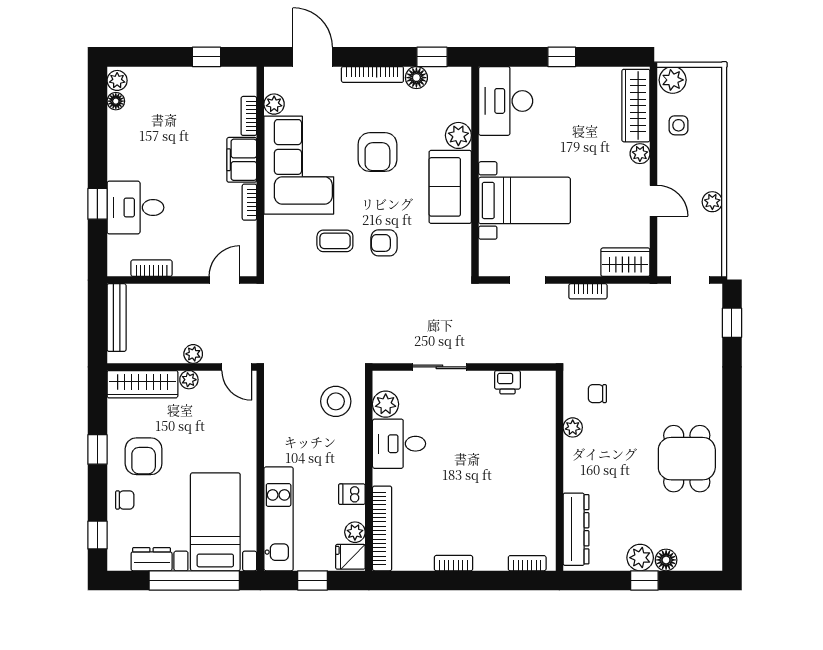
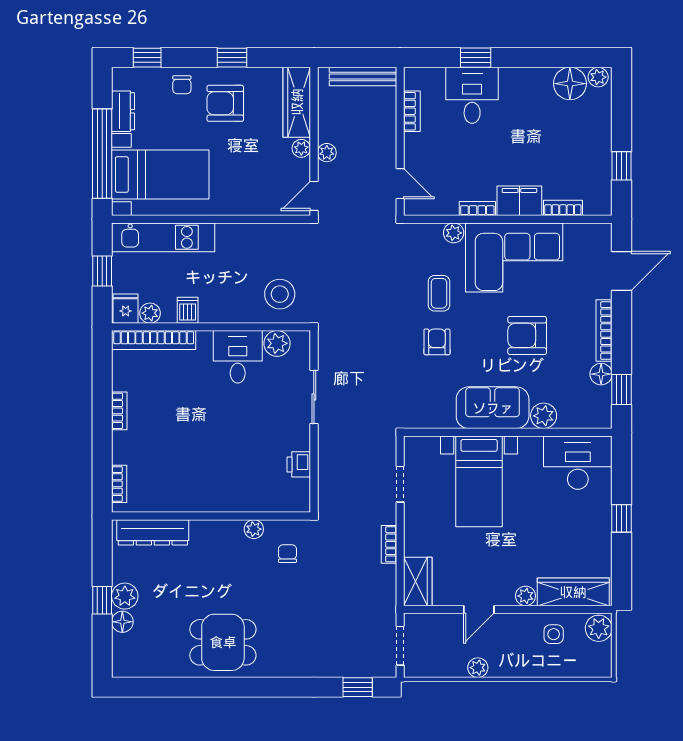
floor lamp: (116, 101) -> (570, 84), width x1.89, depth x1.89
plant: (274, 104) -> (454, 233), moved

